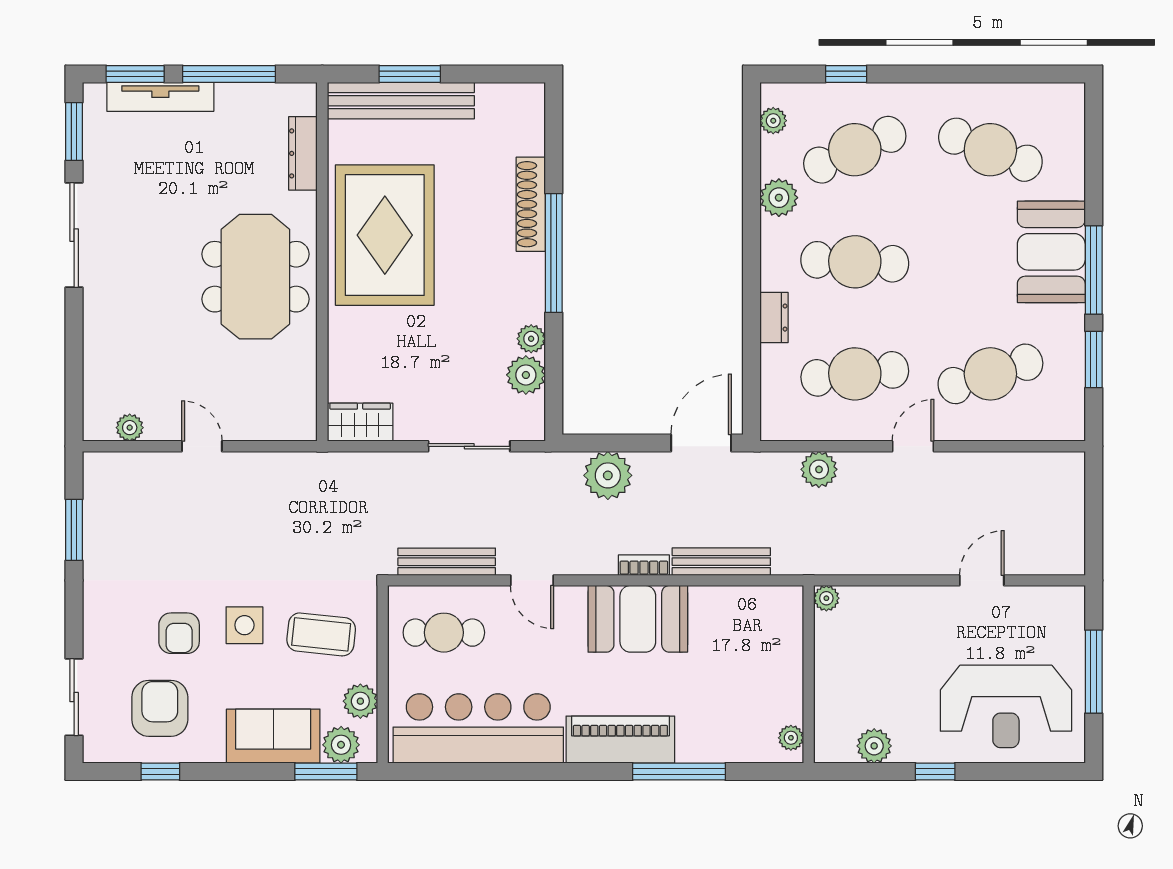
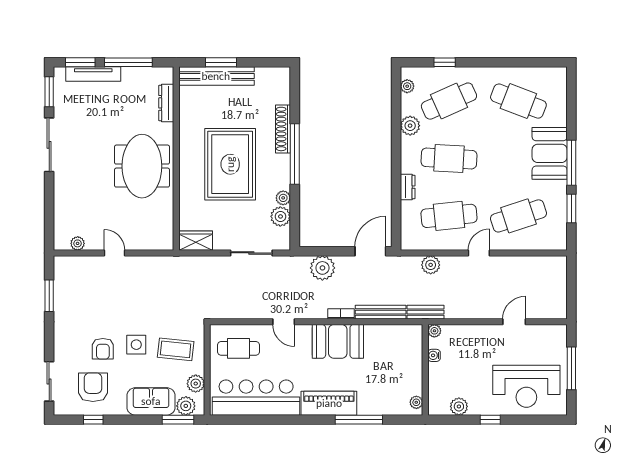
rug: (385, 235) -> (230, 164), moved
bench: (447, 562) -> (426, 312), moved, width x0.73
water cooler: (826, 646) -> (434, 355), added

